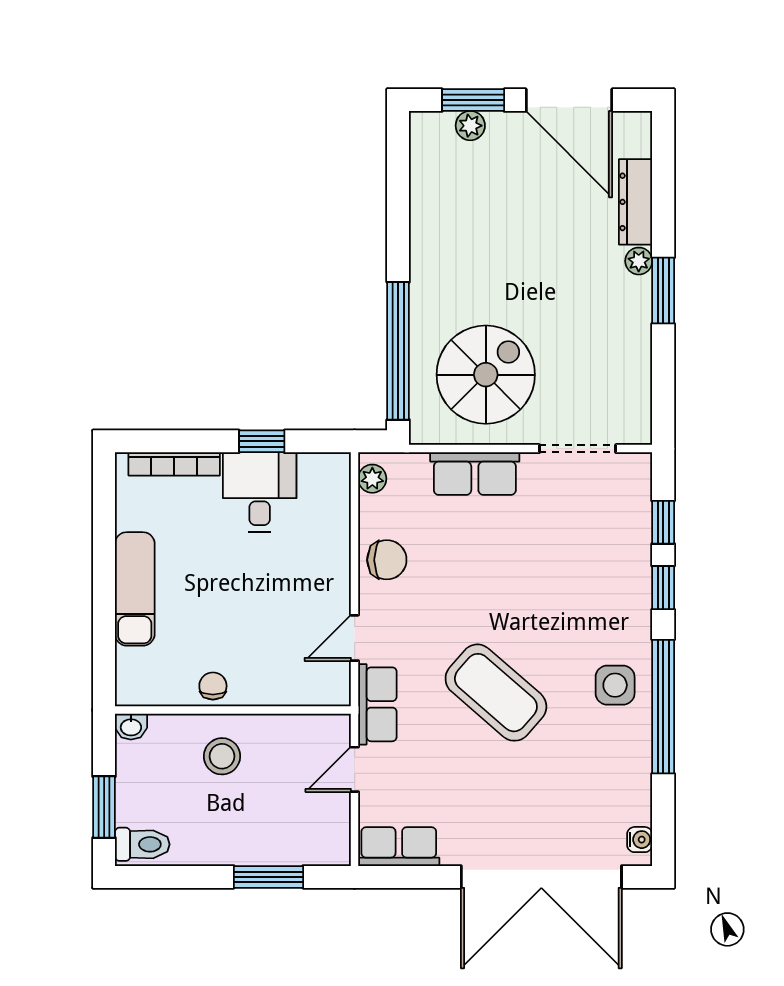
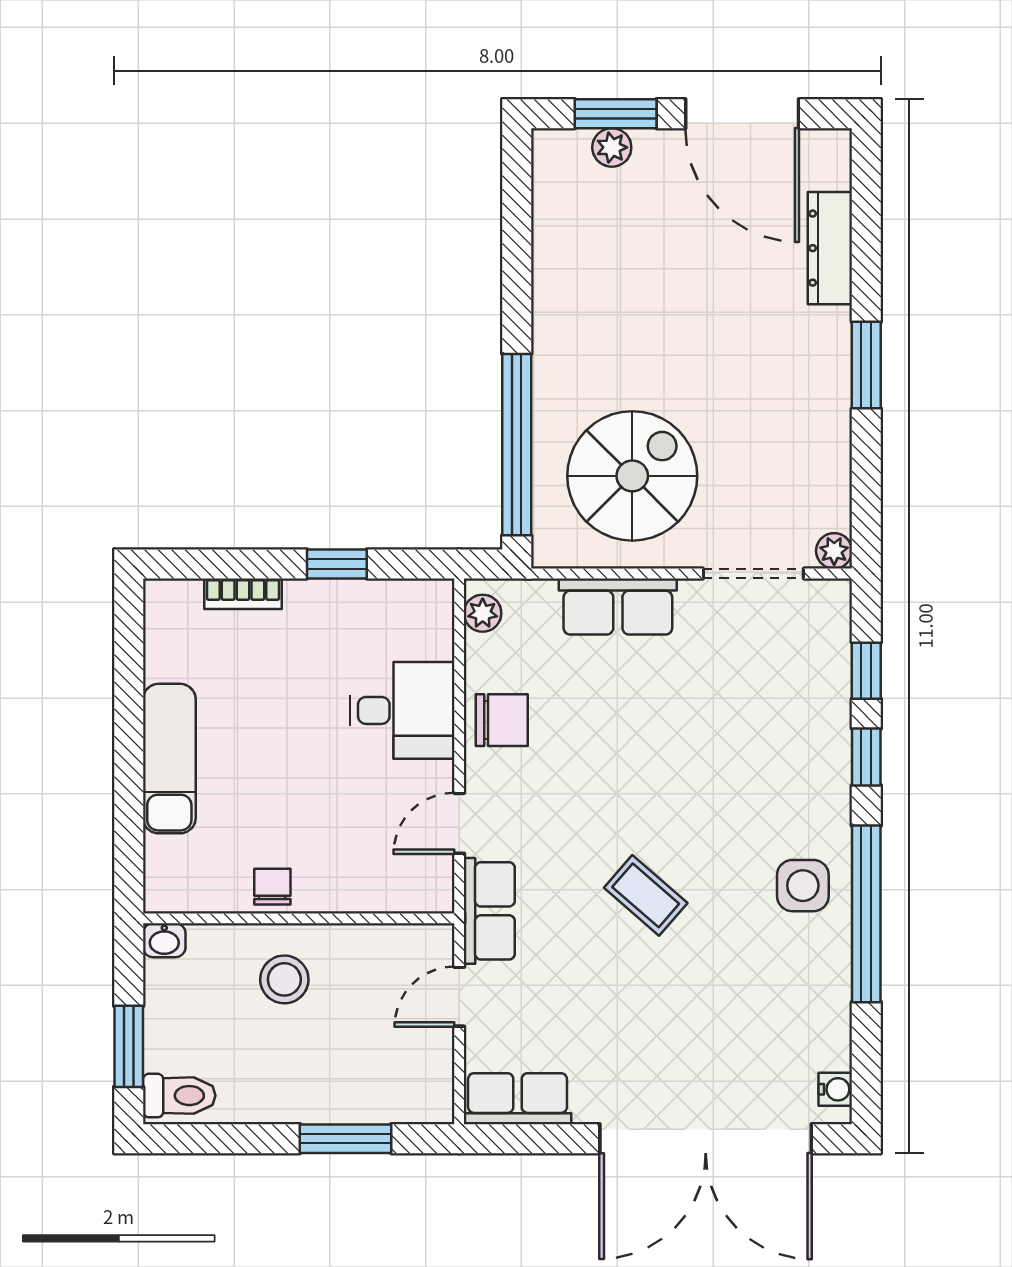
plant: (639, 261) -> (834, 551), moved
bookcase: (174, 464) -> (243, 594), width x0.64
desk: (260, 492) -> (402, 710), moved, turned 90
coffee table: (496, 693) -> (646, 895), width x0.54, depth x0.58

